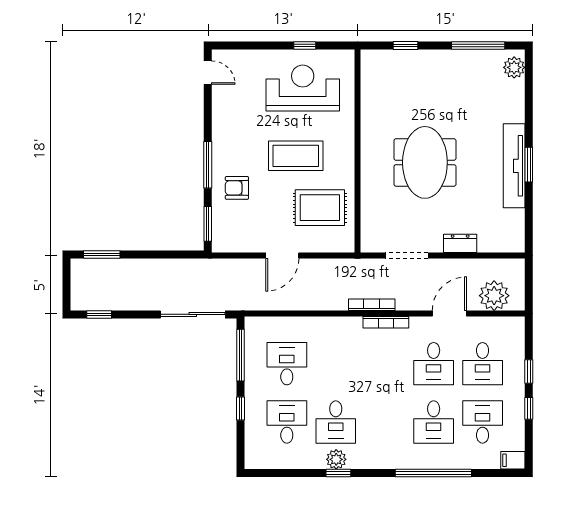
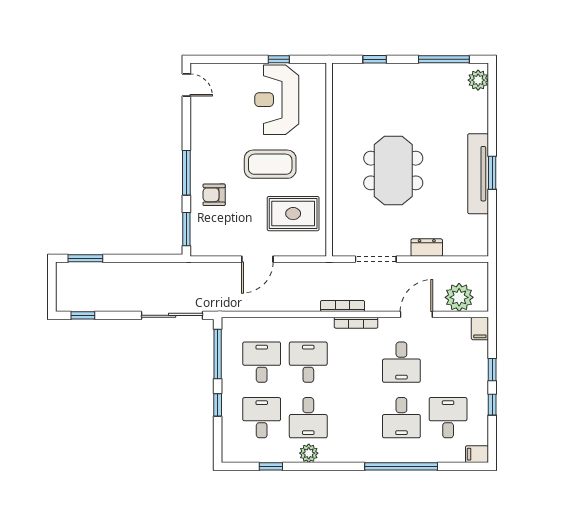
reception desk: (303, 88) -> (277, 100), turned -90
filing cabinet: (516, 328) -> (480, 328), added
desk: (483, 364) -> (308, 362), moved, turned 180
window: (338, 473) -> (271, 466), moved

